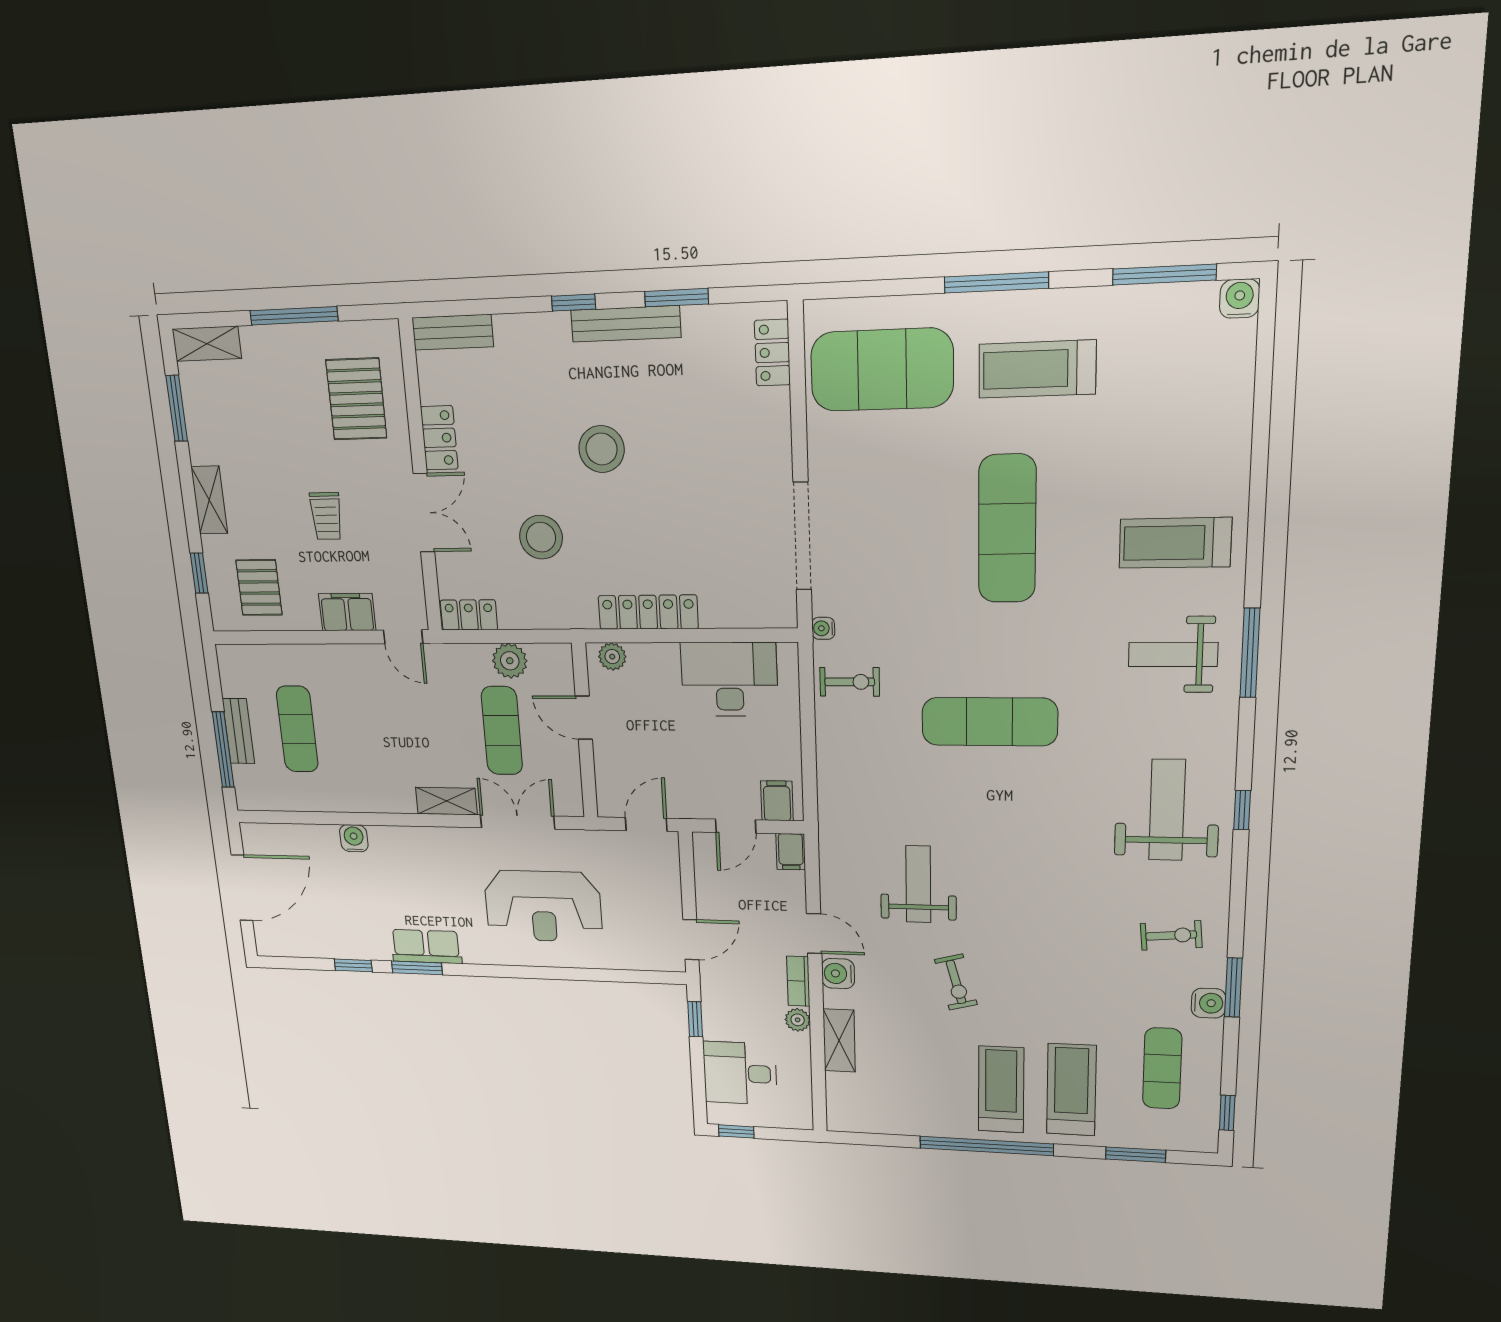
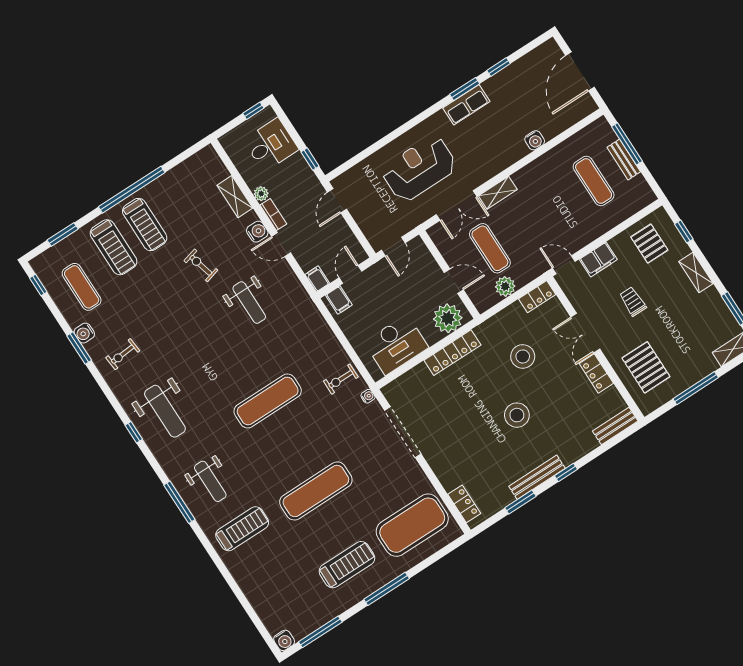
exercise mat: (1007, 529) -> (316, 491), turned 90
weight bench: (1173, 654) -> (210, 481), turned 90
plant: (612, 657) -> (448, 318), width x1.87, depth x1.87

